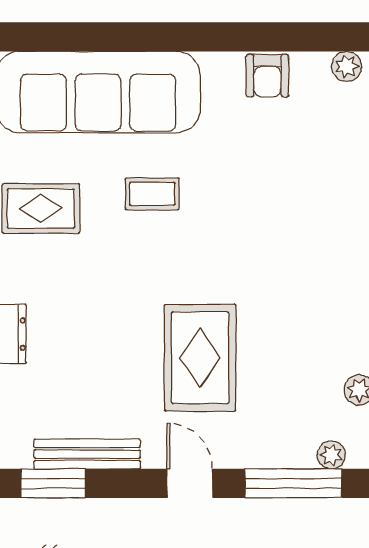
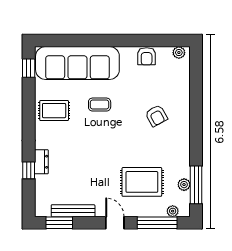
armchair: (291, 221) -> (156, 116), added
rug: (200, 358) -> (142, 182), moved, turned 90

